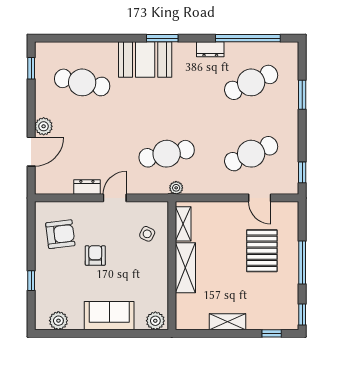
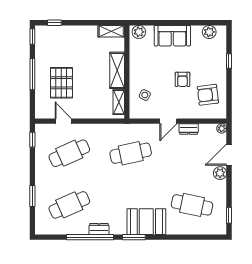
window: (248, 38) -> (90, 237), moved
plant: (176, 188) -> (222, 128), moved
shelving: (228, 322) -> (111, 31), moved

